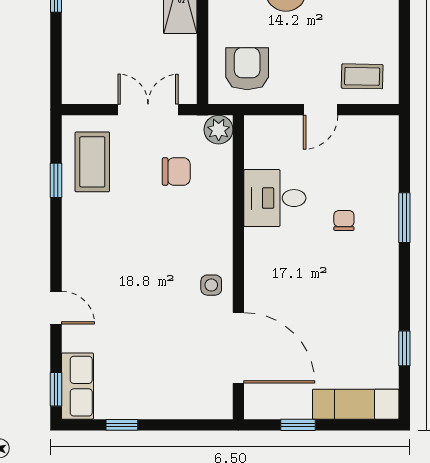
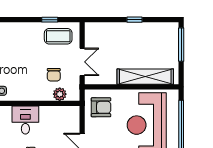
plant: (219, 130) -> (60, 94), moved
desk: (275, 198) -> (25, 120), moved

